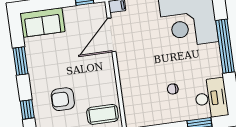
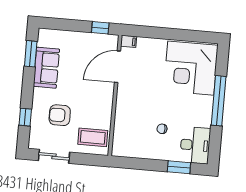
sofa: (42, 22) -> (46, 68), moved, turned -90
window: (21, 61) -> (31, 54), moved

